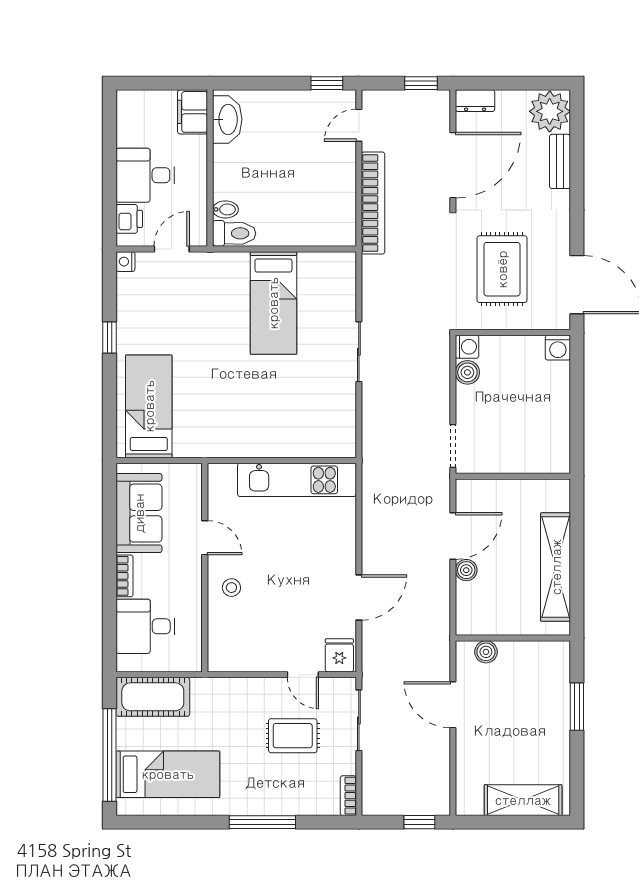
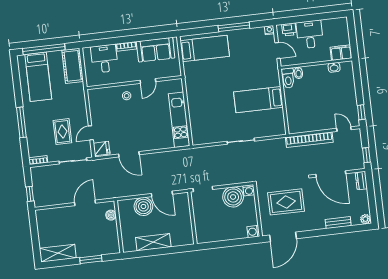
plant: (550, 111) -> (365, 219), width x0.53, depth x0.53
washbasin: (227, 119) -> (334, 67), width x0.52, depth x0.69
window: (109, 338) -> (234, 27), width x2.17
boiler: (467, 372) -> (233, 197), width x1.86, depth x1.86
shelving: (556, 567) -> (153, 242), width x0.68
boiler: (466, 570) -> (143, 206), width x1.86, depth x1.86
shelving: (523, 800) -> (58, 253), moved, turned 90

